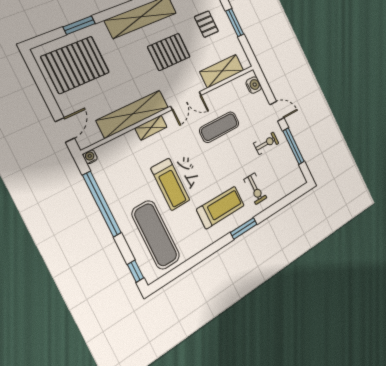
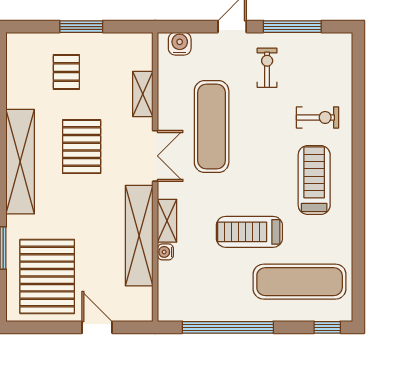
pallet: (206, 24) -> (66, 72), turned 90
shelving: (222, 71) -> (143, 94), width x0.67, depth x0.75
exercise mat: (219, 127) -> (212, 127), width x1.36, depth x1.45
door: (65, 130) -> (97, 327), moved
water cooler: (90, 157) -> (165, 252), moved
treadmill: (170, 184) -> (249, 232), turned 180
window: (244, 228) -> (358, 162), removed

